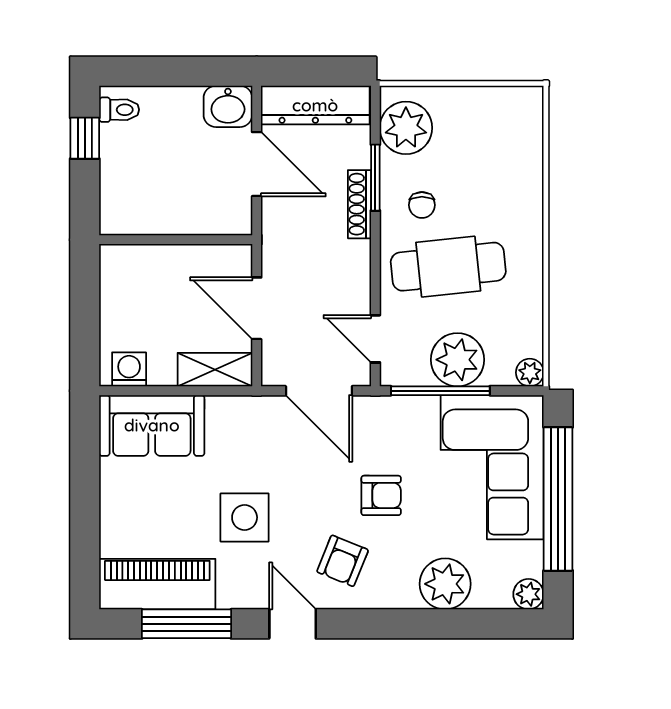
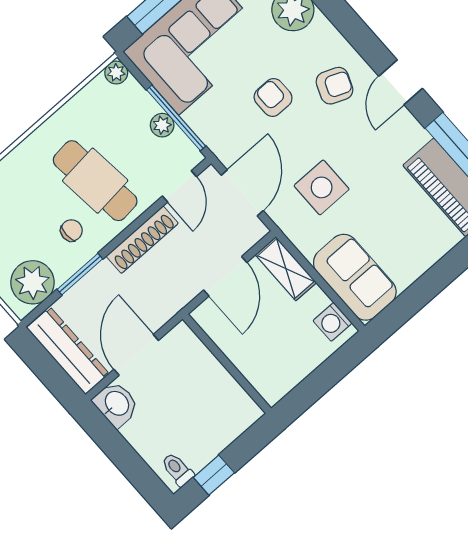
shoe rack: (359, 204) -> (142, 240), moved, width x1.36, depth x1.24
plant: (457, 360) -> (162, 125), width x0.53, depth x0.53
side table: (245, 517) -> (322, 187), moved

